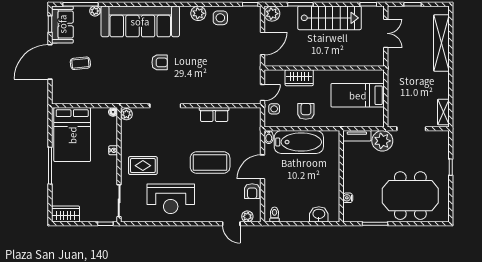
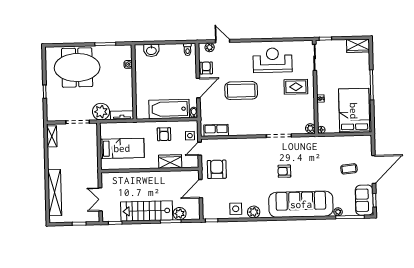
plant: (272, 14) -> (180, 214), moved
armchair: (242, 67) -> (217, 169), added
row of seats: (214, 115) -> (216, 130), moved

